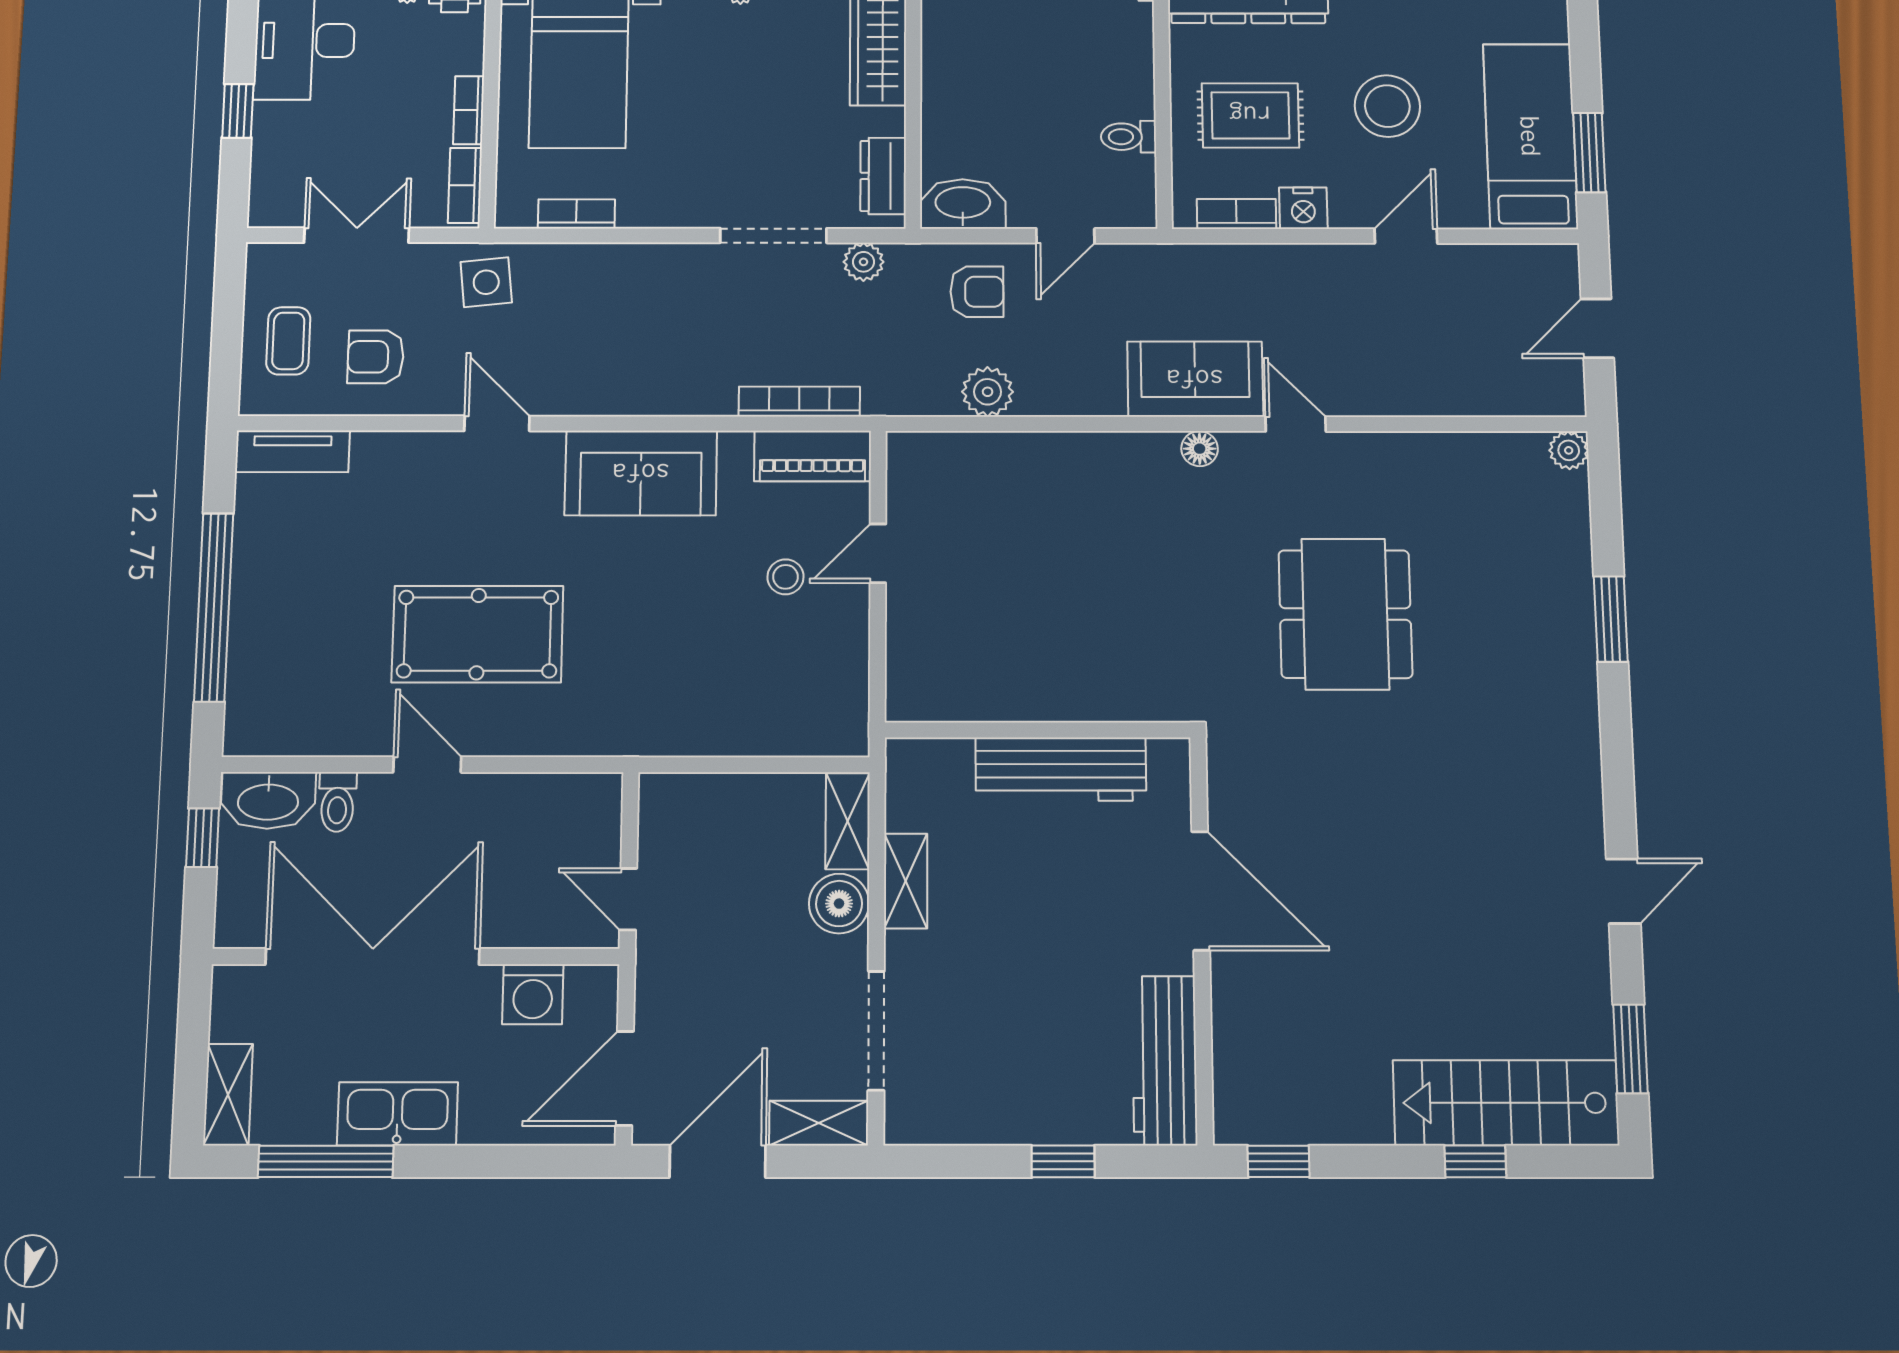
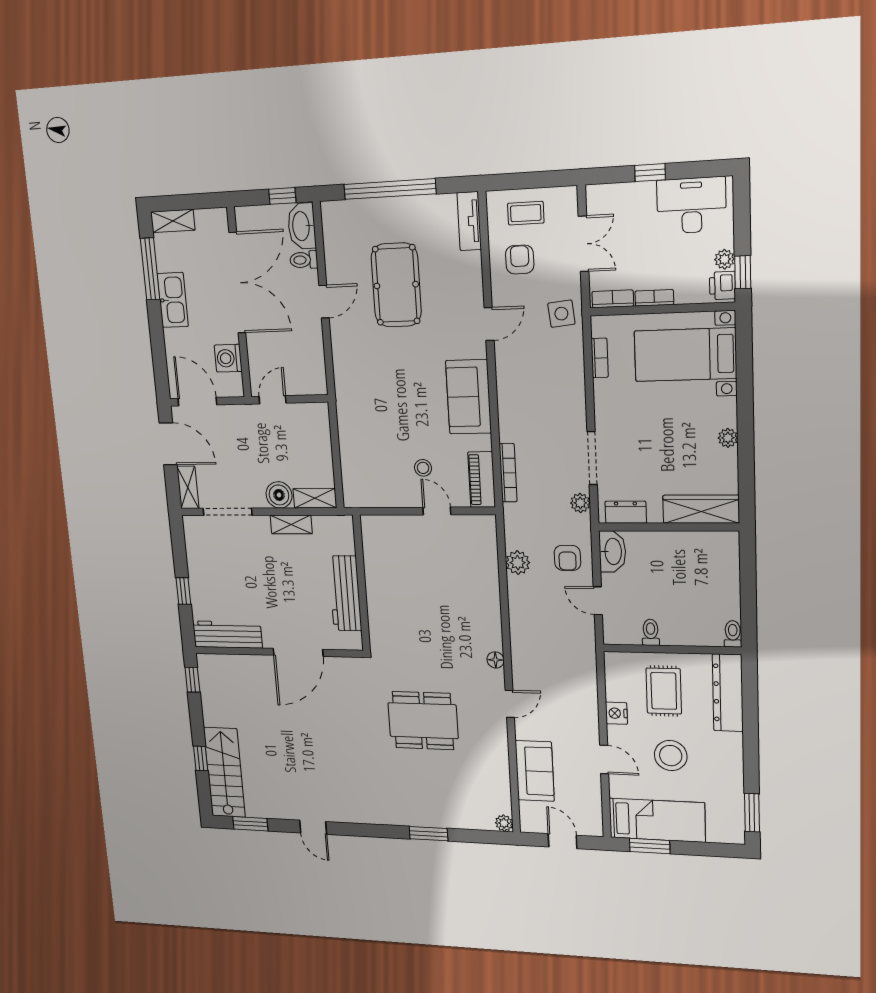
bookcase: (1237, 214) -> (612, 682), removed
sofa: (1195, 379) -> (535, 771), moved
pool table: (478, 634) -> (396, 285), moved

